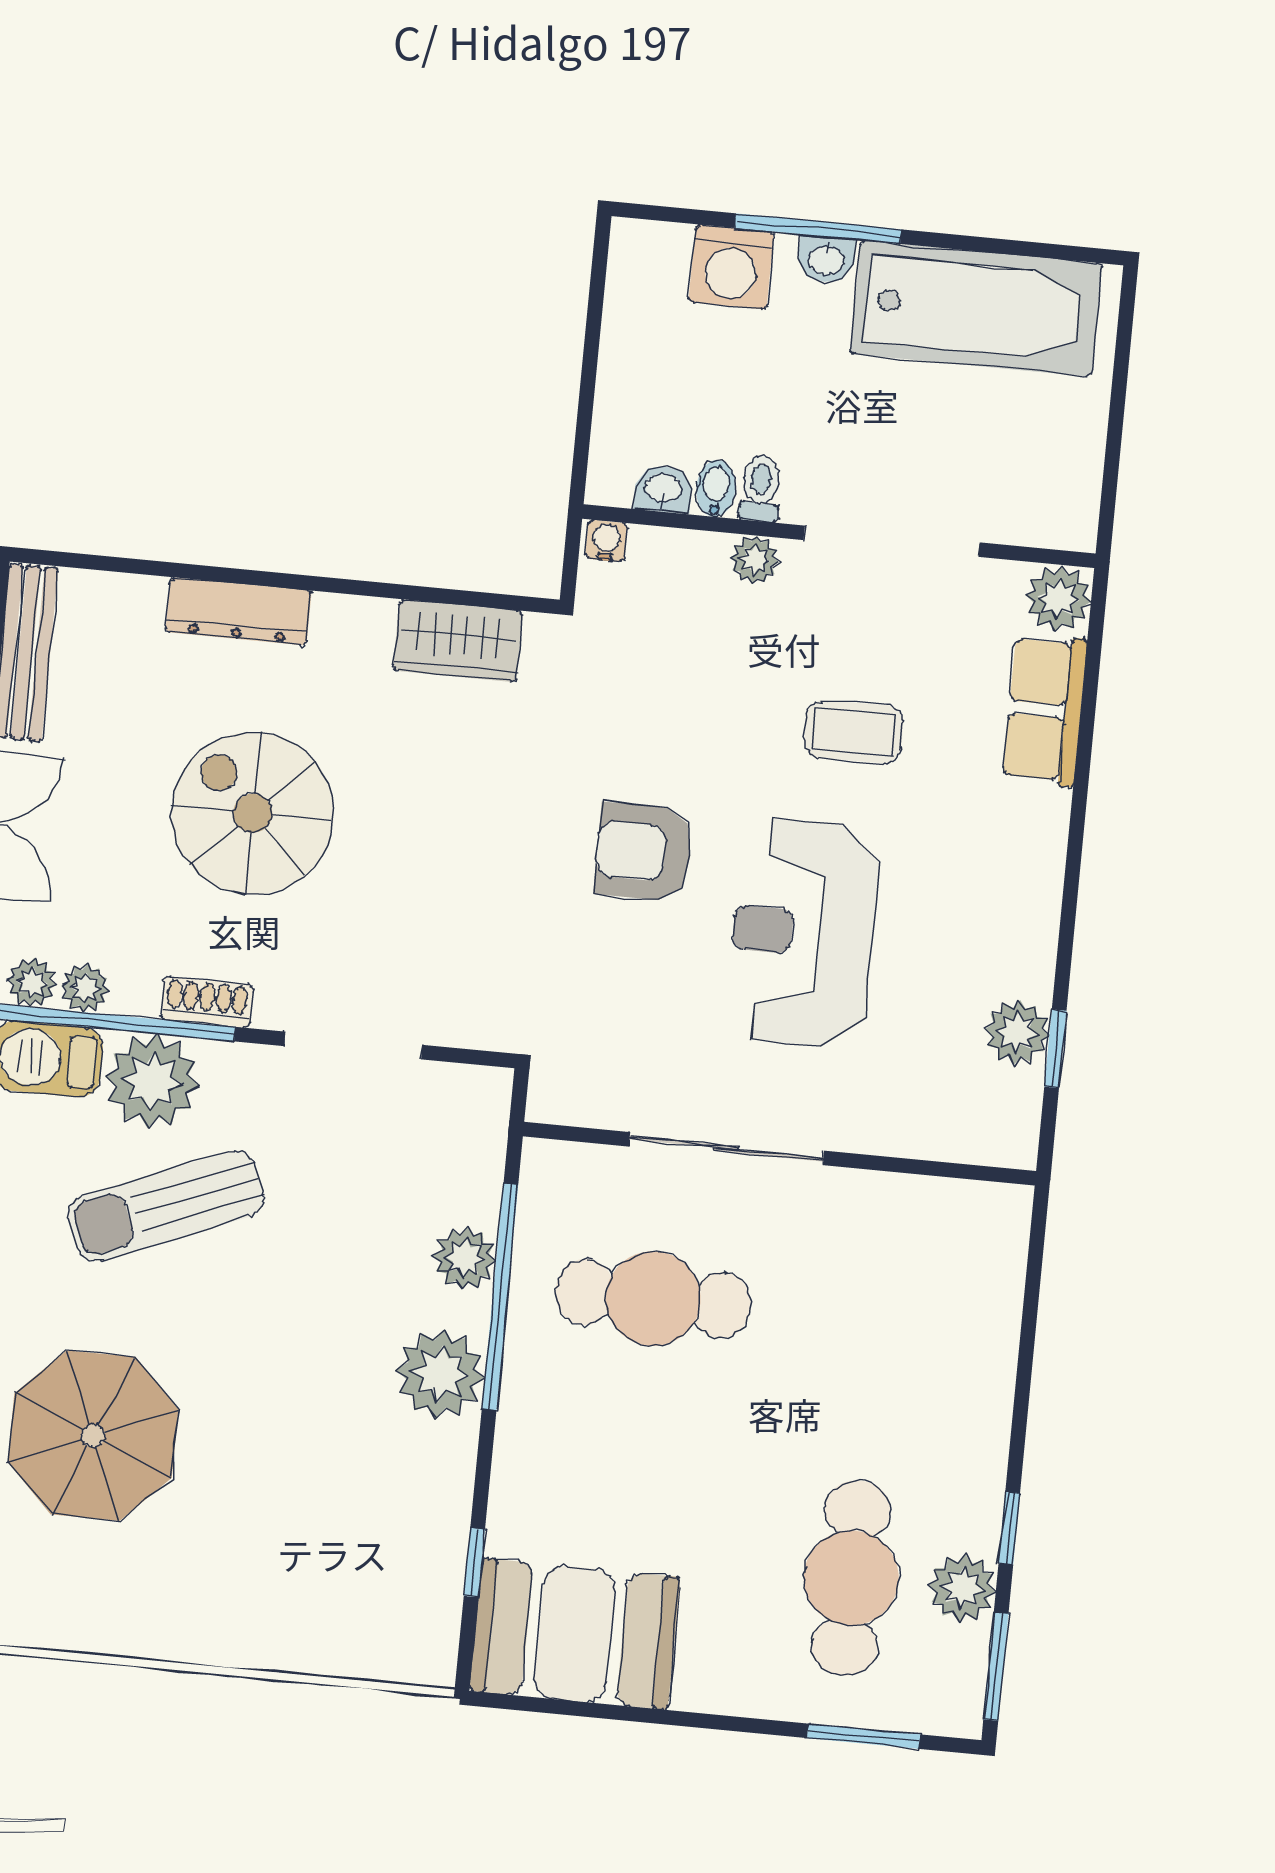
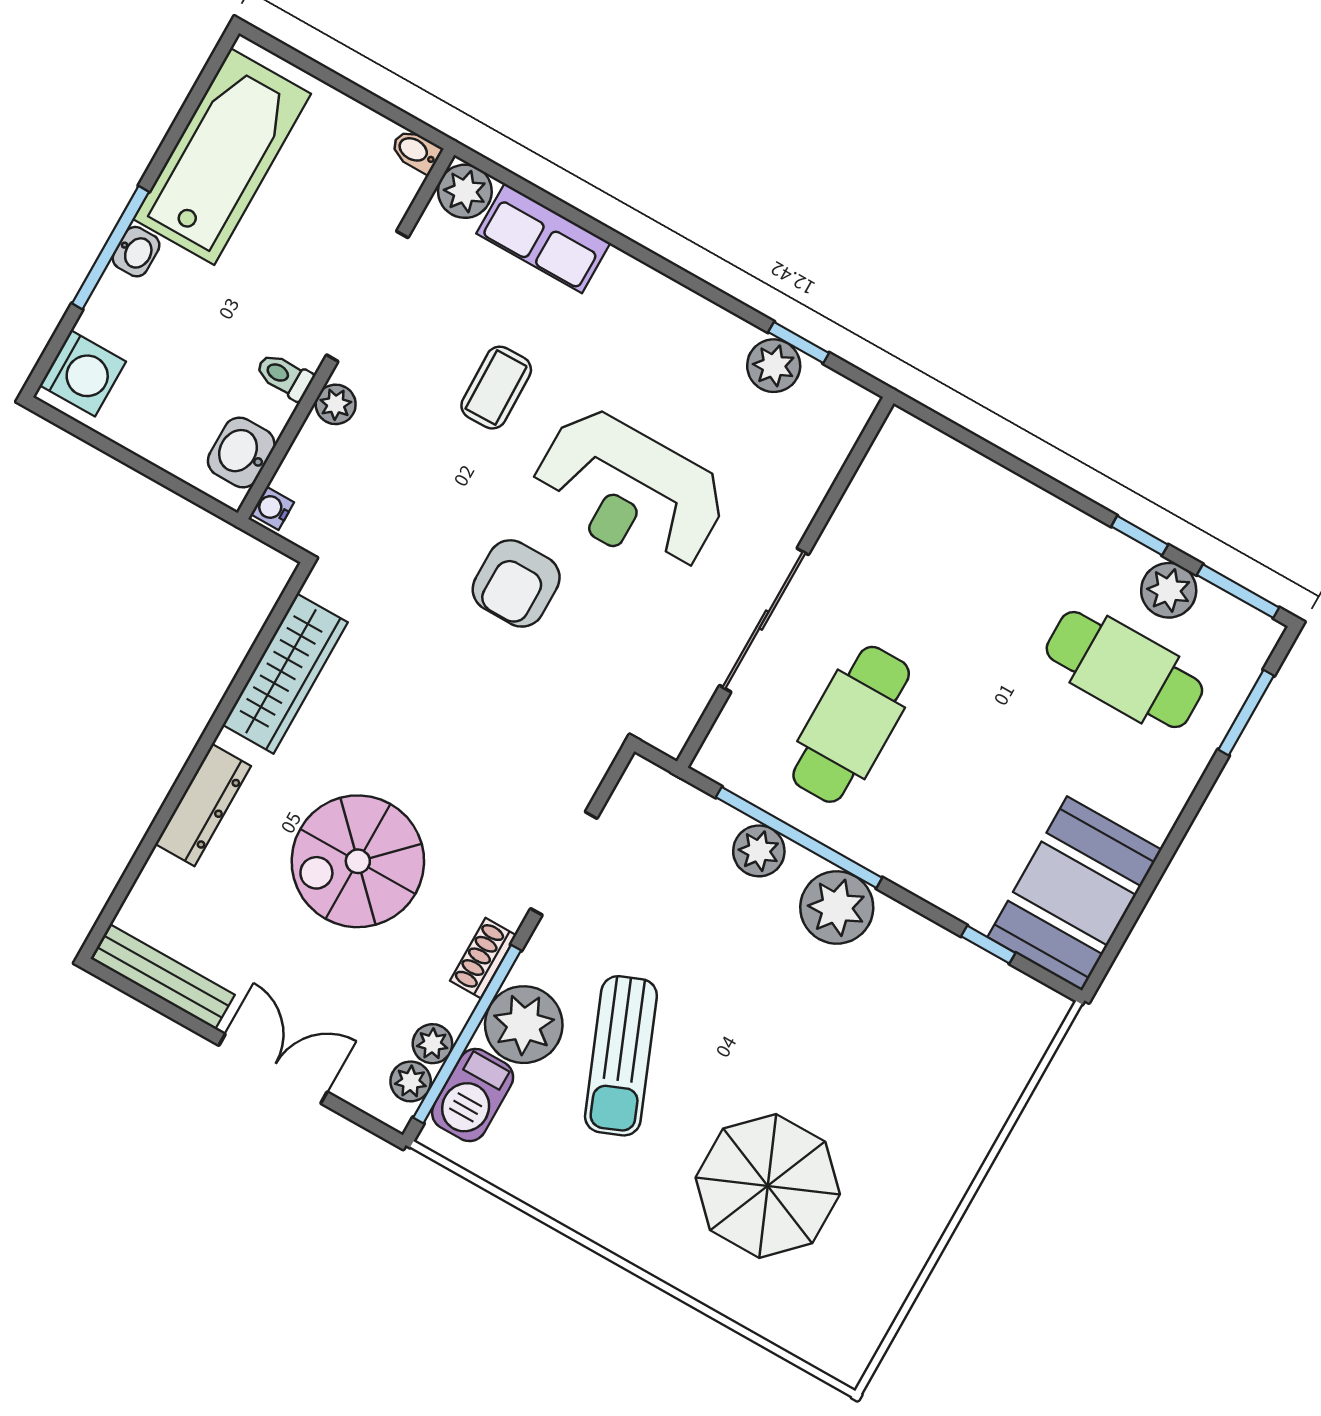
washing machine: (731, 267) -> (83, 373), moved
bidet: (716, 488) -> (416, 151), moved
washbasin: (663, 489) -> (241, 452), width x1.38, depth x1.45
wardrobe: (458, 641) -> (285, 674), width x1.50

